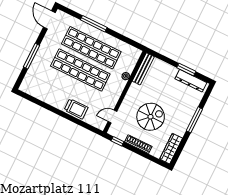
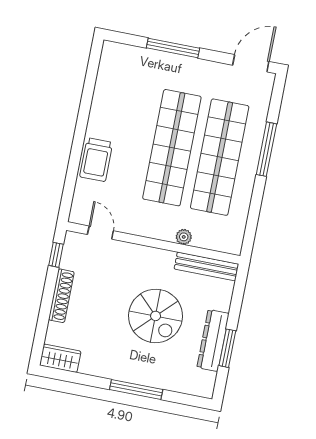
dresser: (191, 81) -> (213, 340), moved
spiral stairs: (151, 117) -> (156, 316), moved
wardrobe: (171, 149) -> (60, 358), width x0.67

